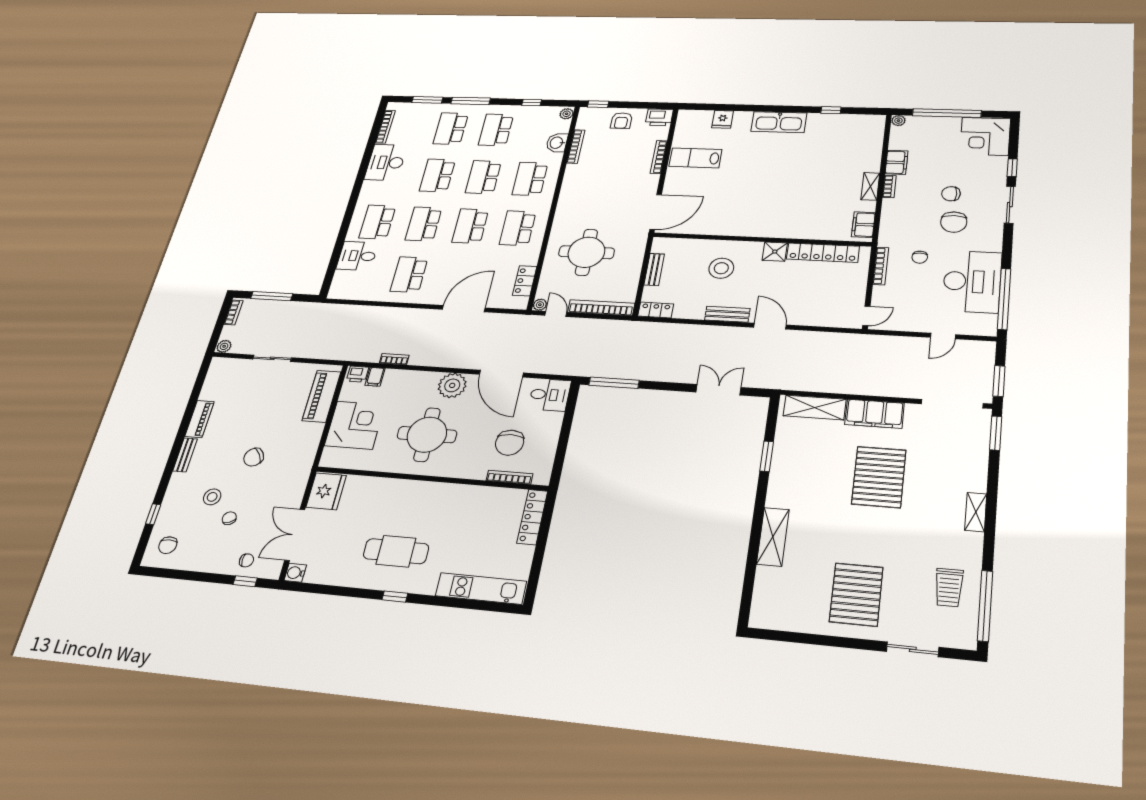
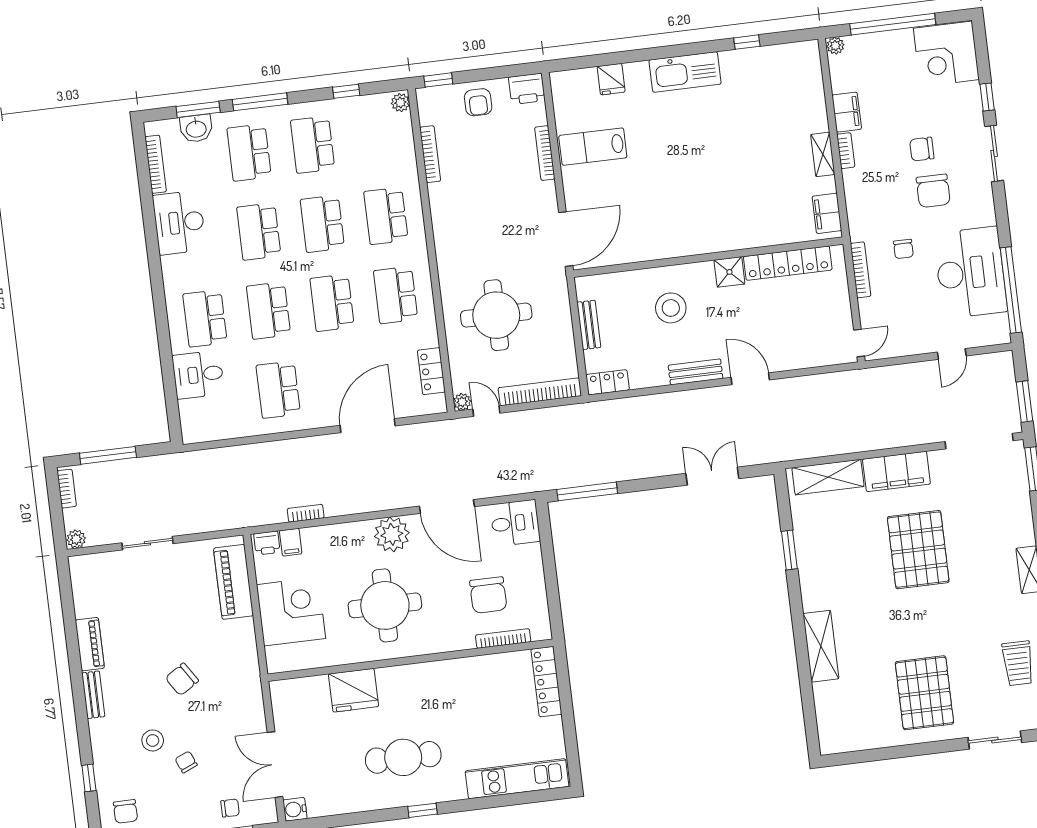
washbasin: (557, 143) -> (196, 128), moved, turned -90
fridge: (326, 491) -> (354, 690), moved, turned 90

